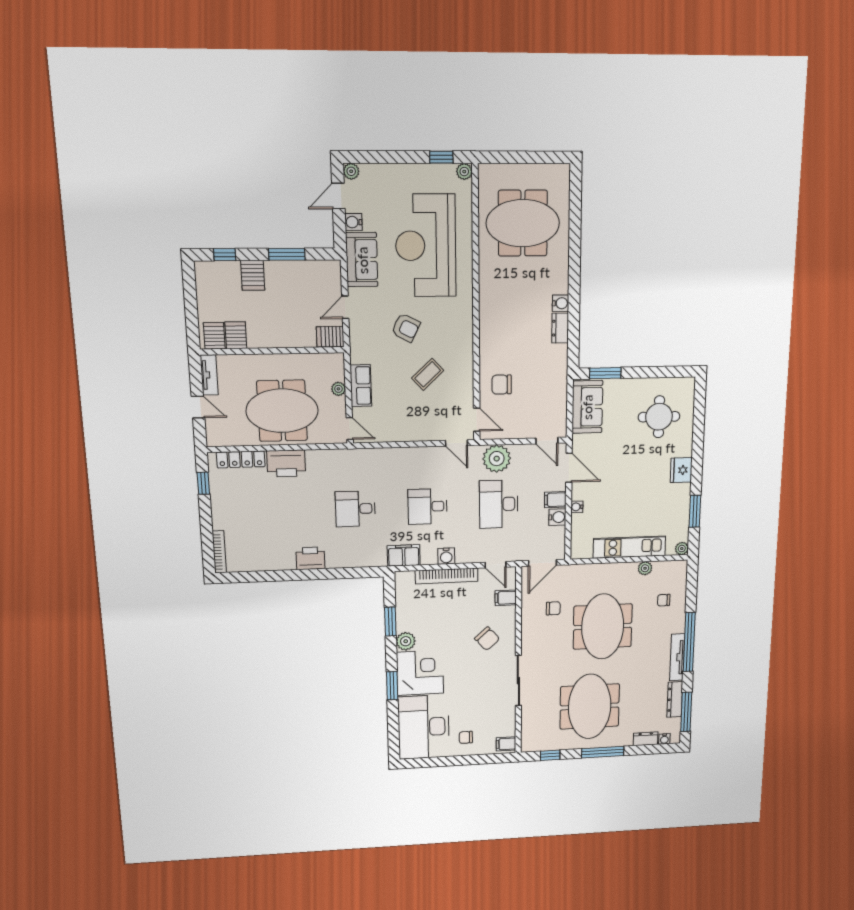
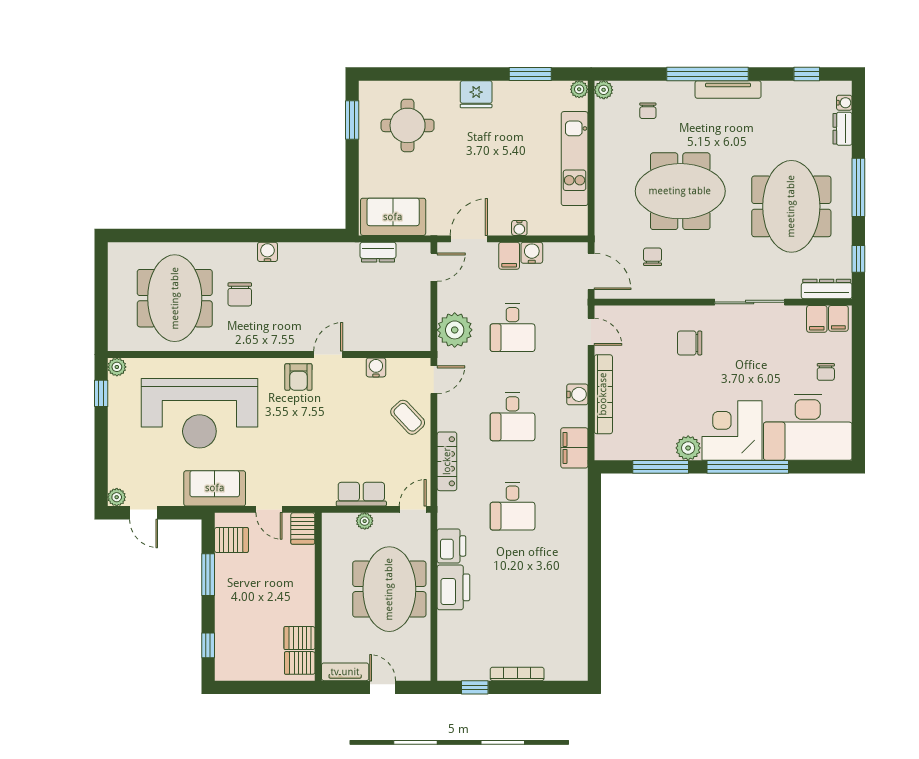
water cooler: (353, 222) -> (376, 367), moved, turned 180
server rack: (253, 275) -> (231, 540), moved
armchair: (406, 328) -> (298, 377), moved, turned 153
dresser: (560, 328) -> (378, 252), moved
window: (605, 373) -> (352, 120), moved
coffee table: (428, 374) -> (408, 417), moved
chair: (502, 385) -> (240, 294), moved
door: (198, 407) -> (383, 687), hinge flipped
door: (477, 420) -> (328, 354), moved
locker: (241, 459) -> (447, 461), moved
desk: (499, 504) -> (513, 328), width x0.73
bookcase: (219, 552) -> (517, 674), moved
printer: (310, 558) -> (451, 546), moved, turned 180
door: (495, 565) -> (591, 332), hinge flipped
plant: (645, 568) -> (604, 90), moved
filing cabinet: (506, 598) -> (817, 319), moved
window: (390, 622) -> (661, 467), width x1.44
chair: (487, 639) -> (690, 343), turned -138
window: (392, 686) -> (748, 467), width x2.11
dresser: (675, 699) -> (827, 289), moved, turned 180
meeting table: (590, 706) -> (791, 206), turned 90
window: (686, 712) -> (807, 74), width x0.46

